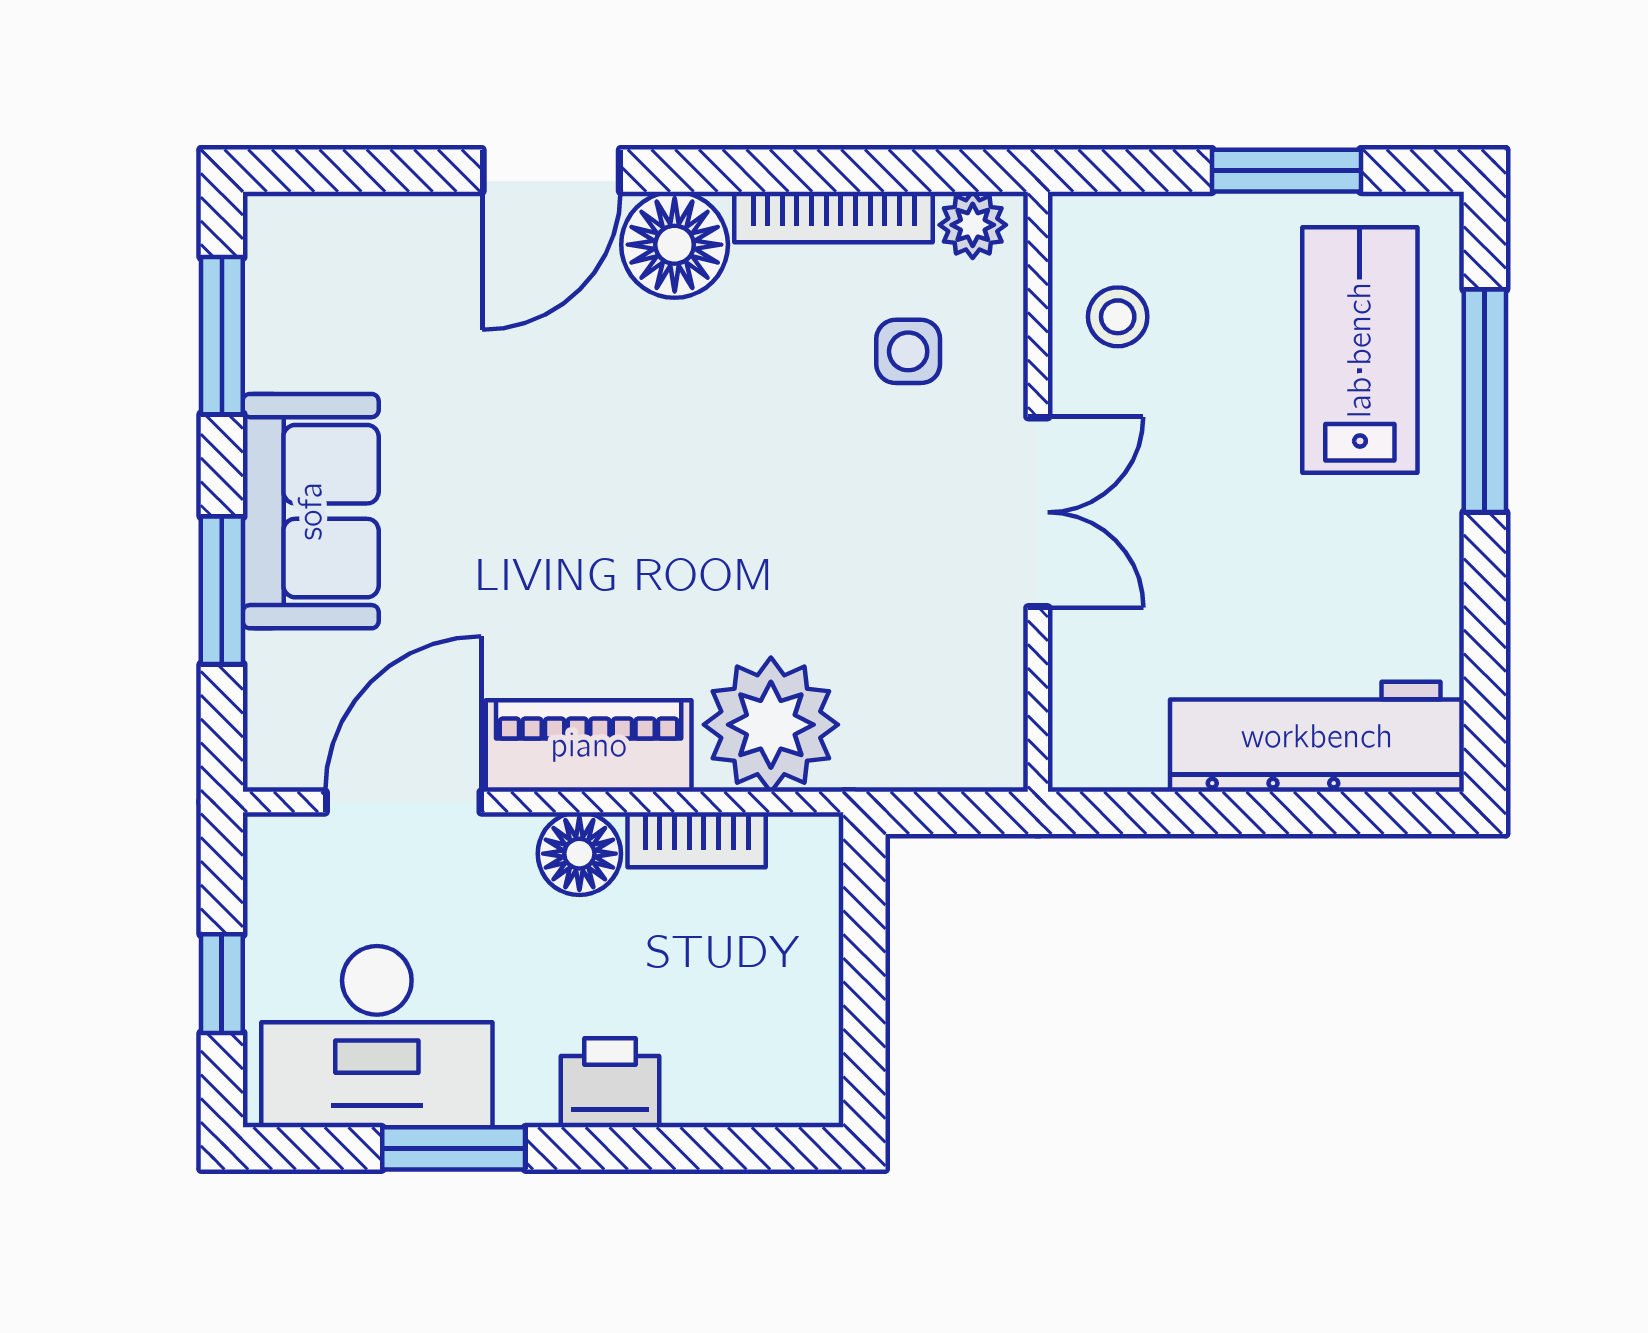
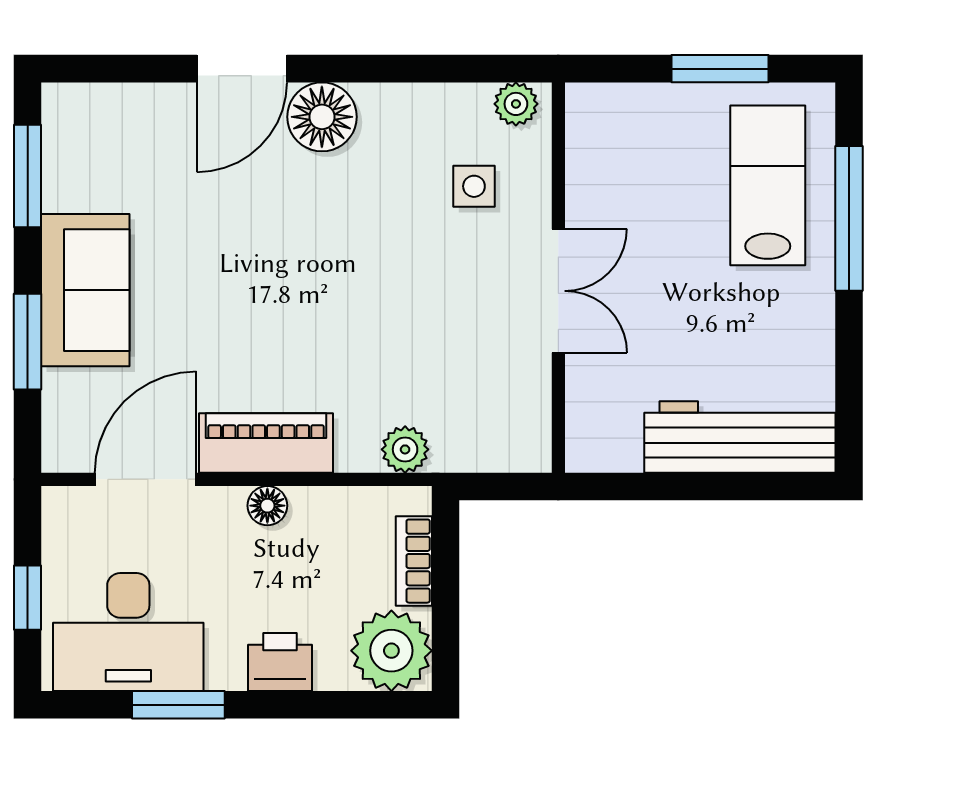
bookcase: (834, 217) -> (425, 99), removed
stool: (1118, 317) -> (610, 164), removed
plant: (771, 725) -> (405, 449), width x0.53, depth x0.53
bookcase: (697, 840) -> (414, 561), moved, turned 90
floor lamp: (579, 854) -> (267, 506), width x0.73, depth x0.73
plant: (781, 1065) -> (391, 651), added

